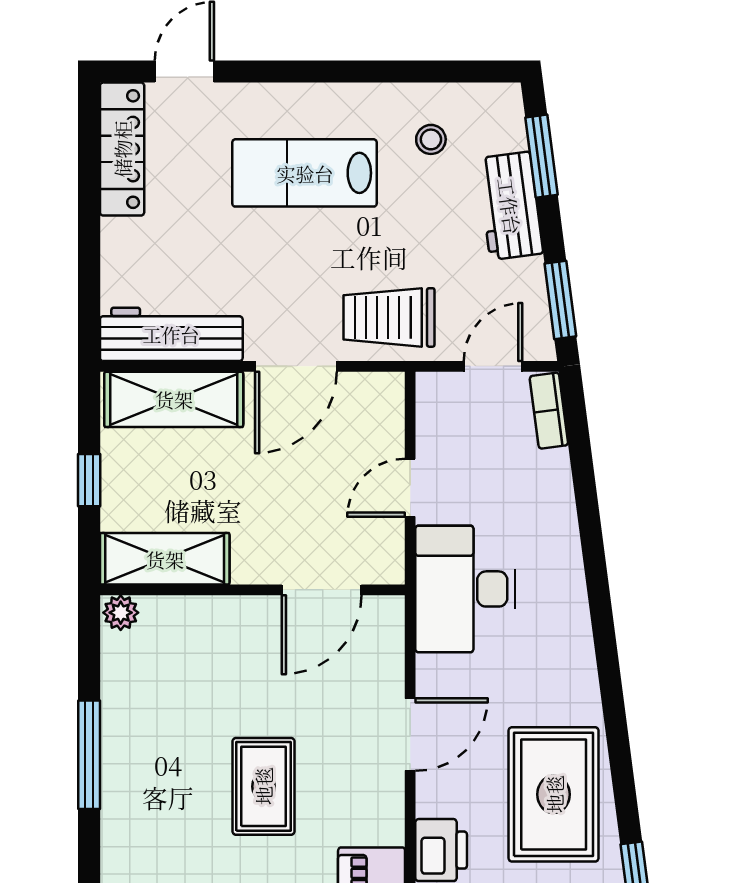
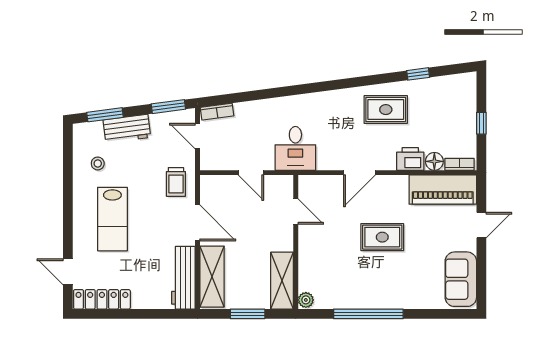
trolley: (389, 317) -> (176, 182), width x0.73, depth x0.72
window: (89, 480) -> (248, 314), width x1.50
desk: (465, 589) -> (295, 148), width x0.73
door: (322, 590) -> (296, 212), width x0.73
door: (410, 735) -> (359, 173), swing flipped
window: (89, 755) -> (368, 314), width x1.46
rug: (554, 794) -> (386, 110), width x0.73, depth x0.70

